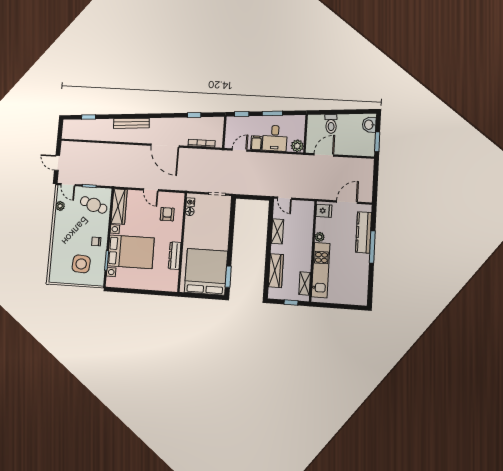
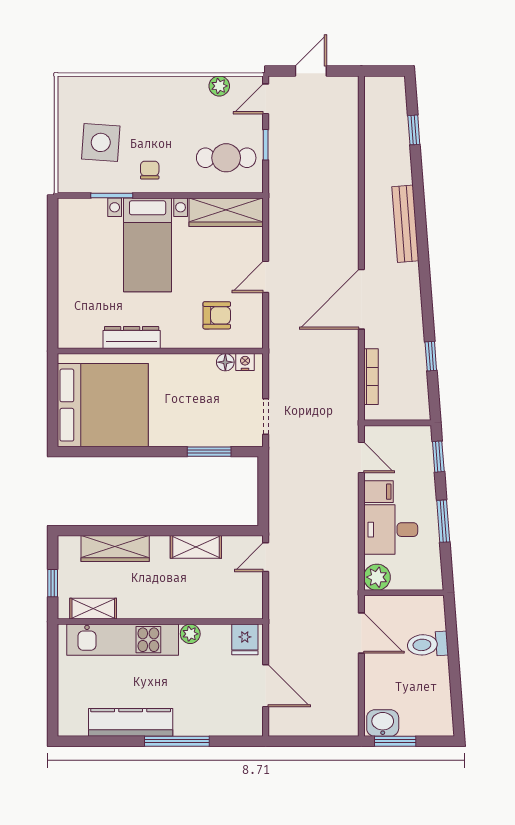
washbasin: (369, 125) -> (383, 723), moved
cafe table: (94, 205) -> (226, 158), turned 71
kitchen counter: (364, 232) -> (131, 722), moved
bed with nightstands: (131, 252) -> (148, 245), width x0.73
window: (228, 277) -> (209, 452), moved

